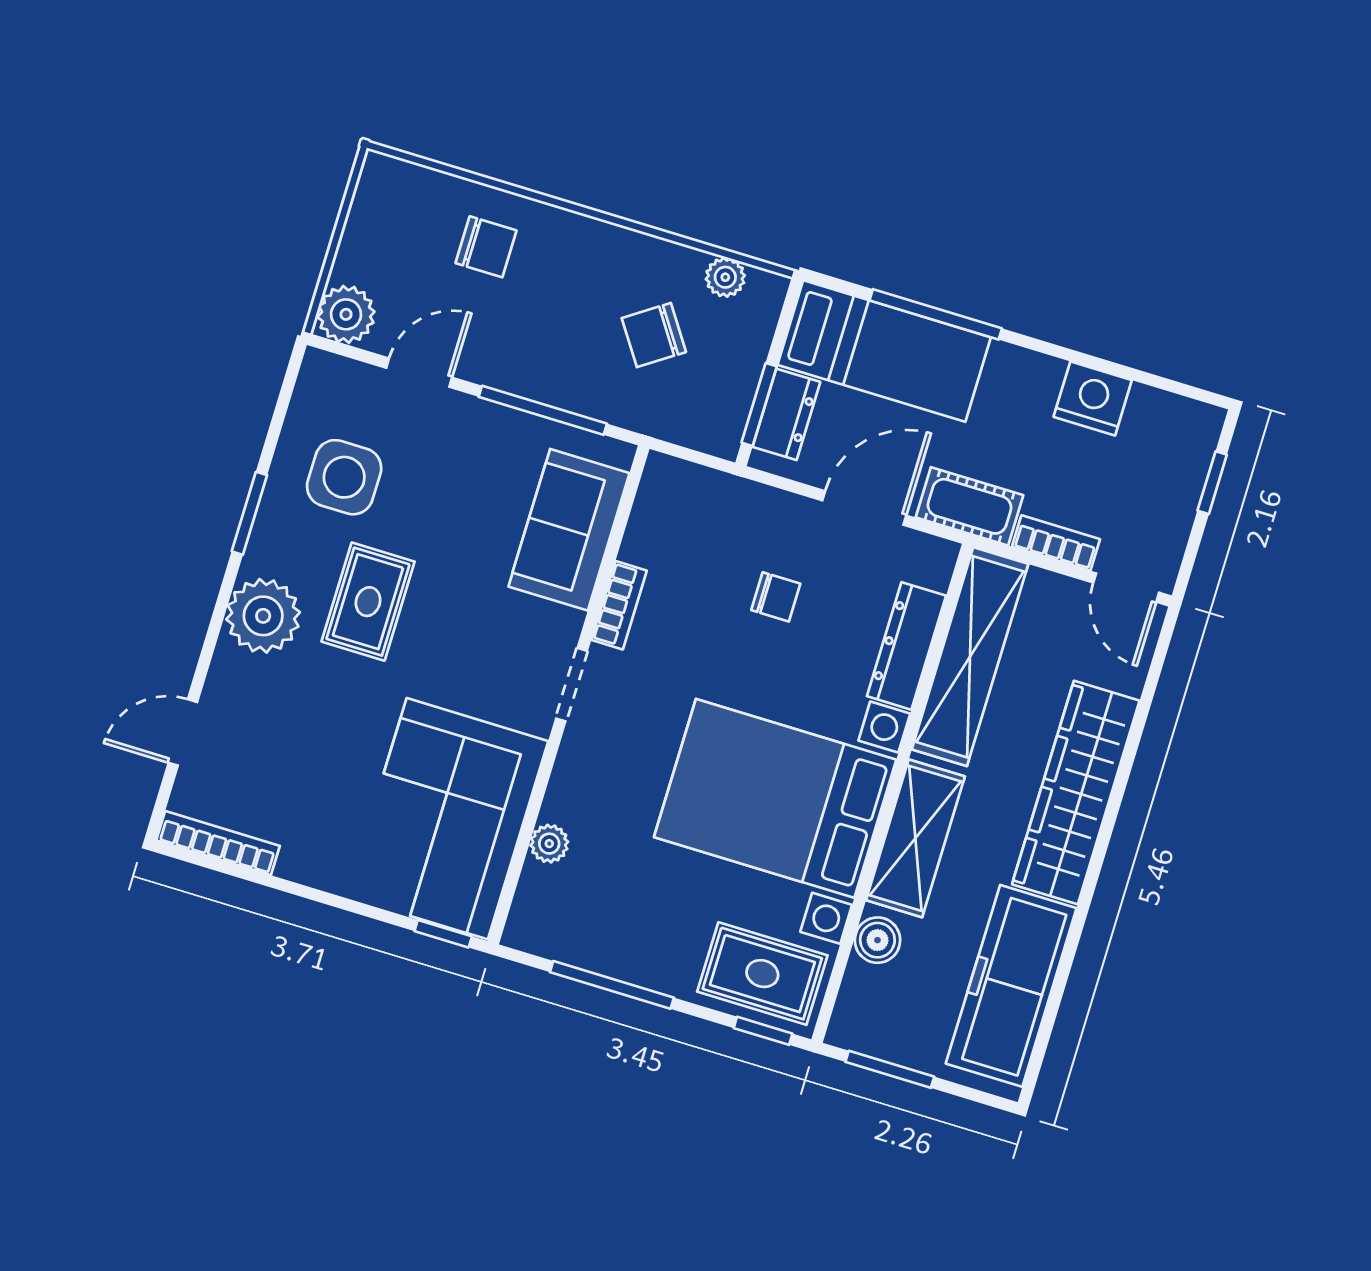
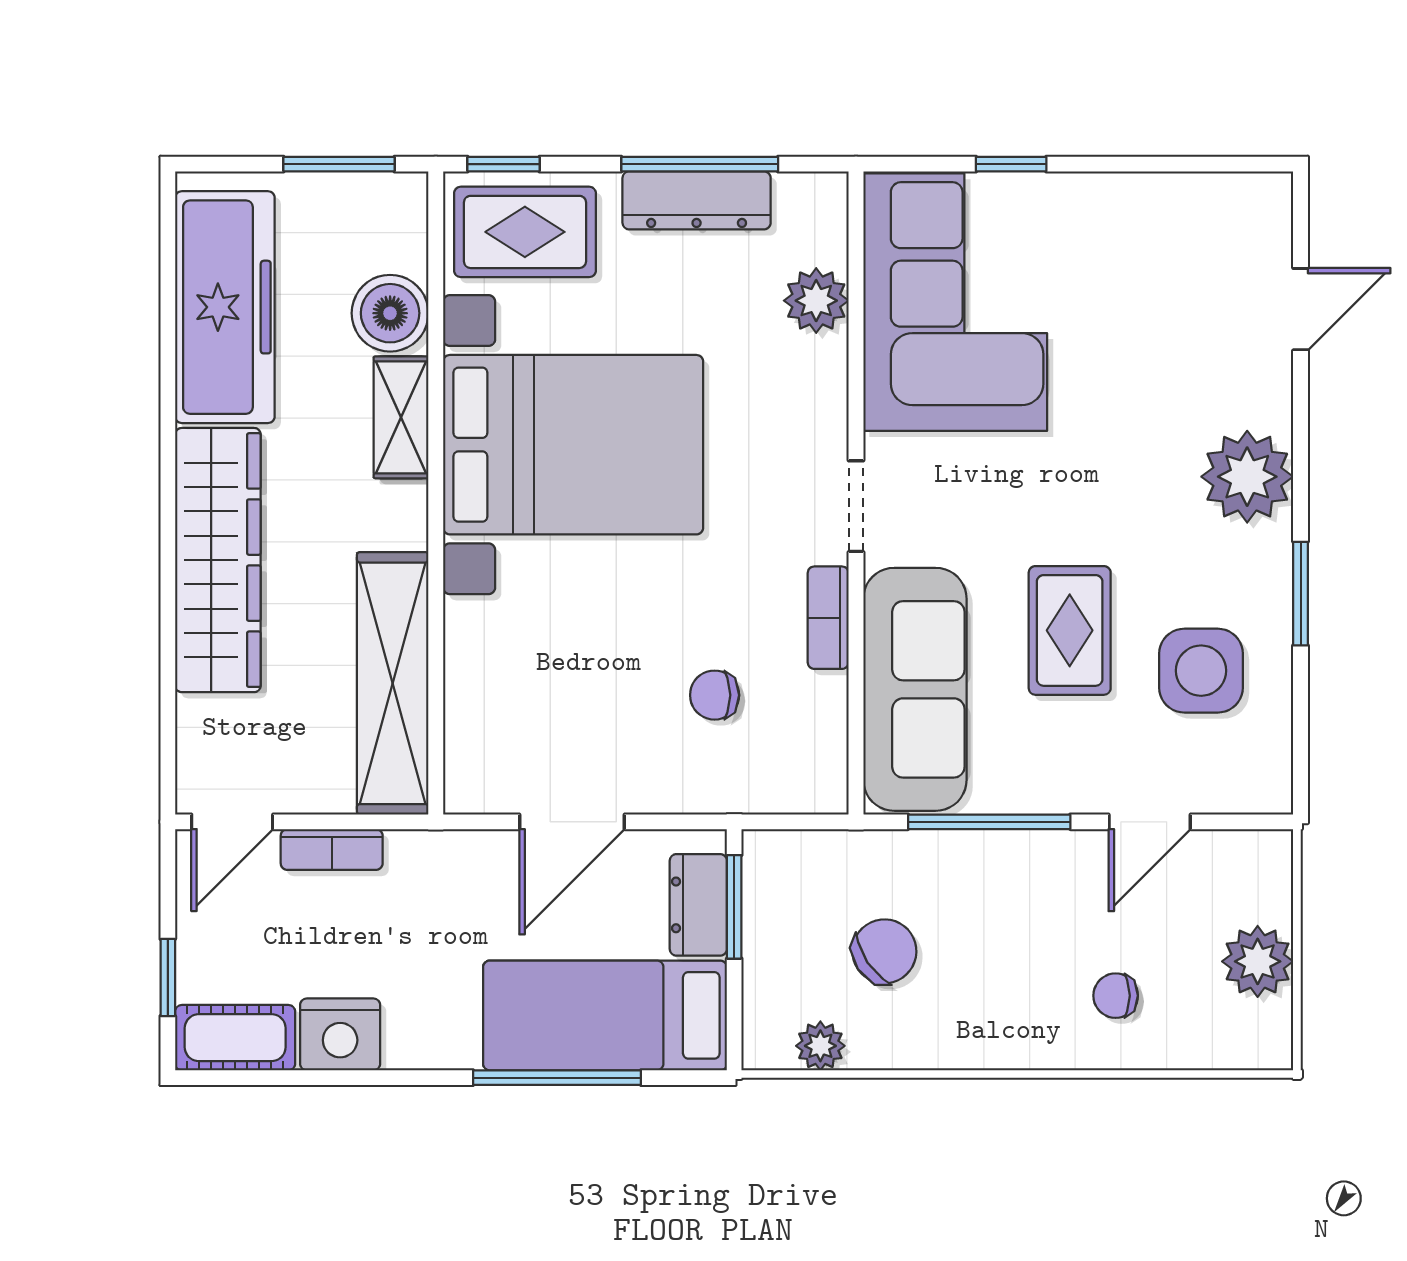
chair: (486, 247) -> (1116, 996), width x0.73, depth x0.73
plant: (346, 314) -> (1258, 961), moved
cot: (969, 506) -> (235, 1038), moved
sofa: (569, 530) -> (915, 689), width x1.36
door: (1126, 588) -> (232, 822), swing flipped
chair: (776, 597) -> (715, 695), moved
rug: (368, 602) -> (1070, 630), moved
dresser: (906, 646) -> (697, 200), moved, turned 90
shelving: (915, 838) -> (401, 417), width x0.67, depth x0.75
bookcase: (218, 843) -> (1219, 190), removed
plant: (549, 844) -> (816, 301), width x1.38, depth x1.38
window: (443, 934) -> (1011, 164), moved
boiler: (877, 940) -> (390, 313), width x1.36, depth x1.36

